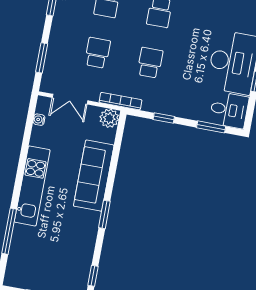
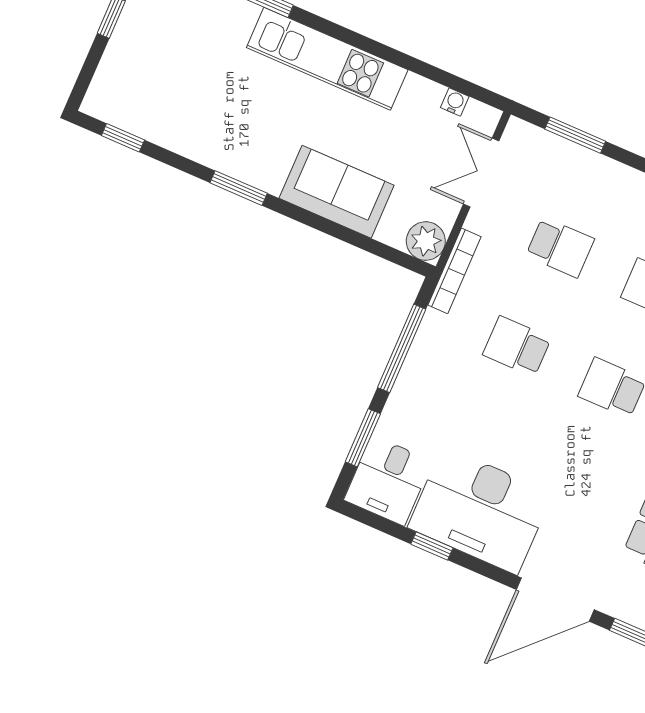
school desk: (150, 63) -> (517, 346), turned 180
window: (164, 118) -> (402, 348), width x2.17
sofa: (94, 176) -> (337, 192), width x0.73

